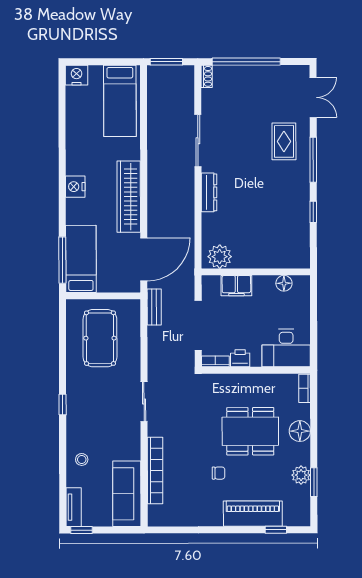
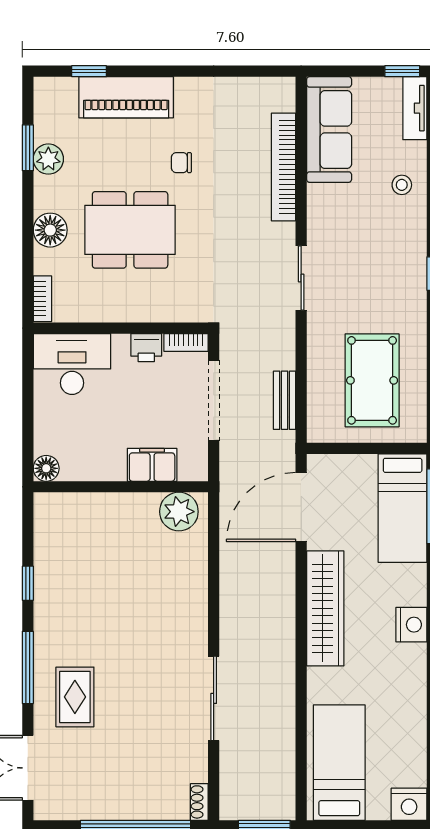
dresser: (209, 192) -> (196, 615), removed
floor lamp: (284, 283) -> (46, 468), moved
bench: (154, 307) -> (285, 400), moved

